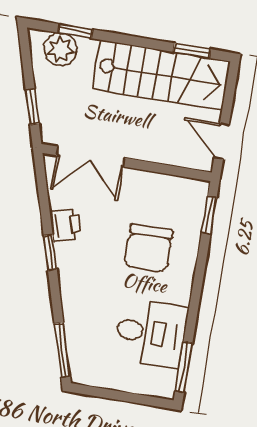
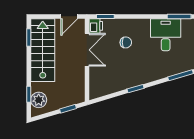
double door: (91, 157) -> (87, 50), moved
printer: (65, 225) -> (96, 26), moved, turned 107
chair: (149, 248) -> (126, 42), width x0.54, depth x0.54

